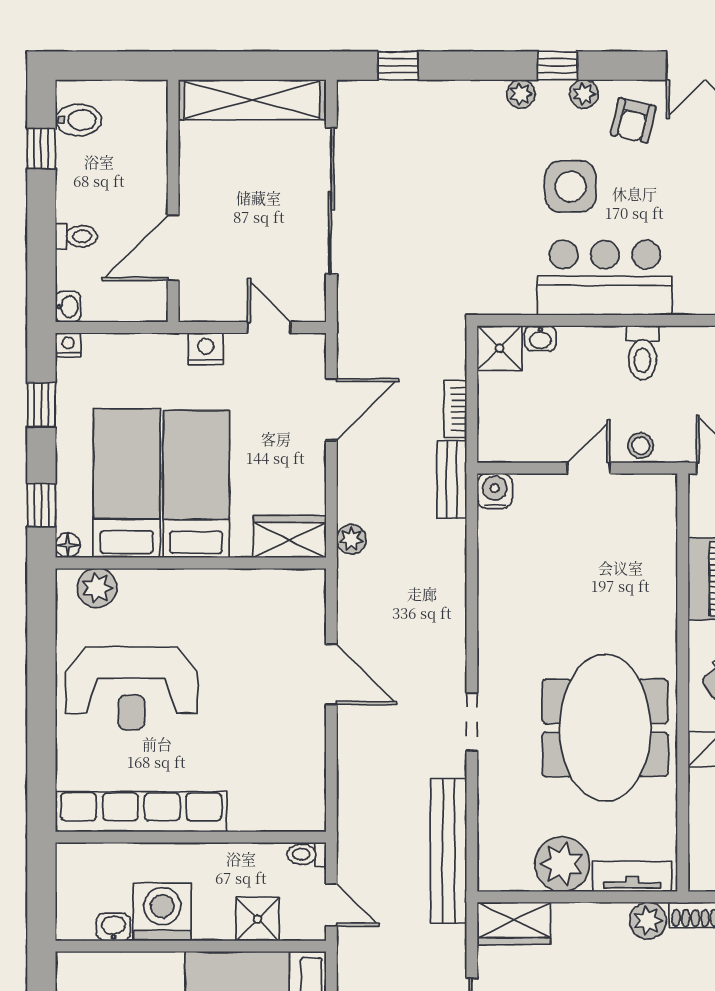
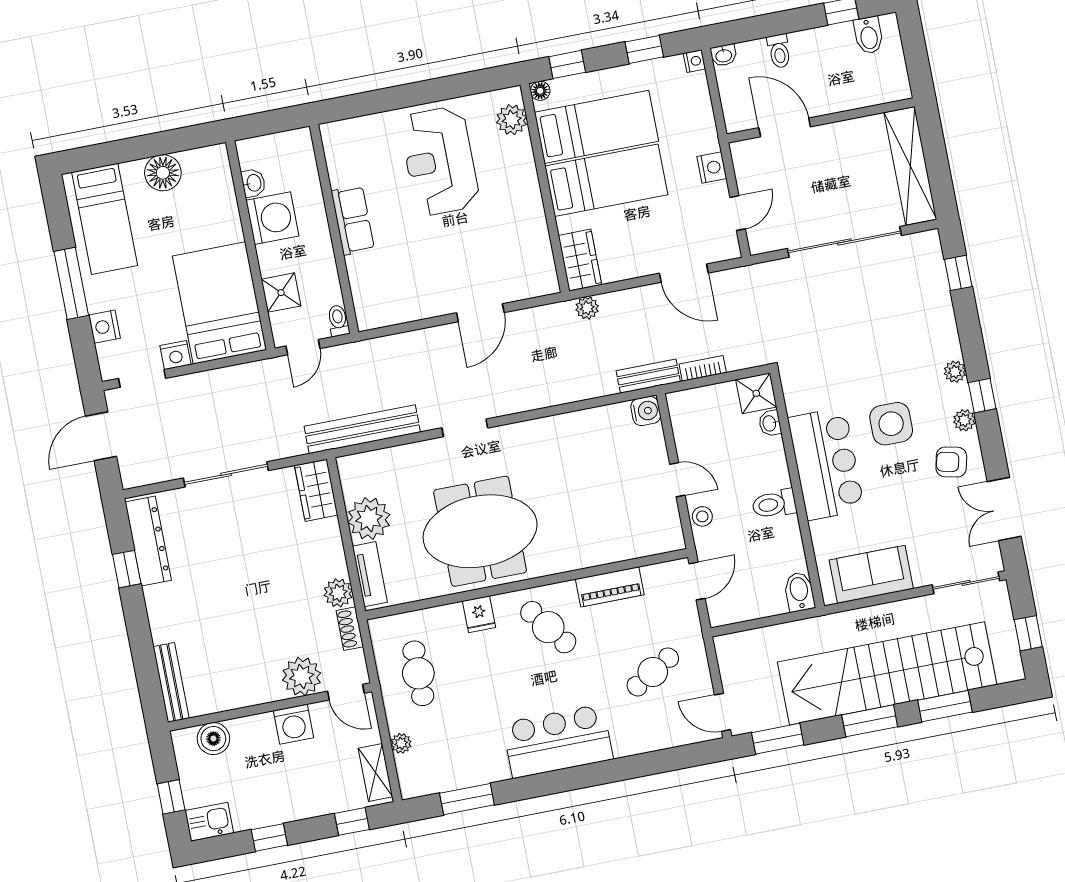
row of seats: (141, 812) -> (353, 220), width x0.50

